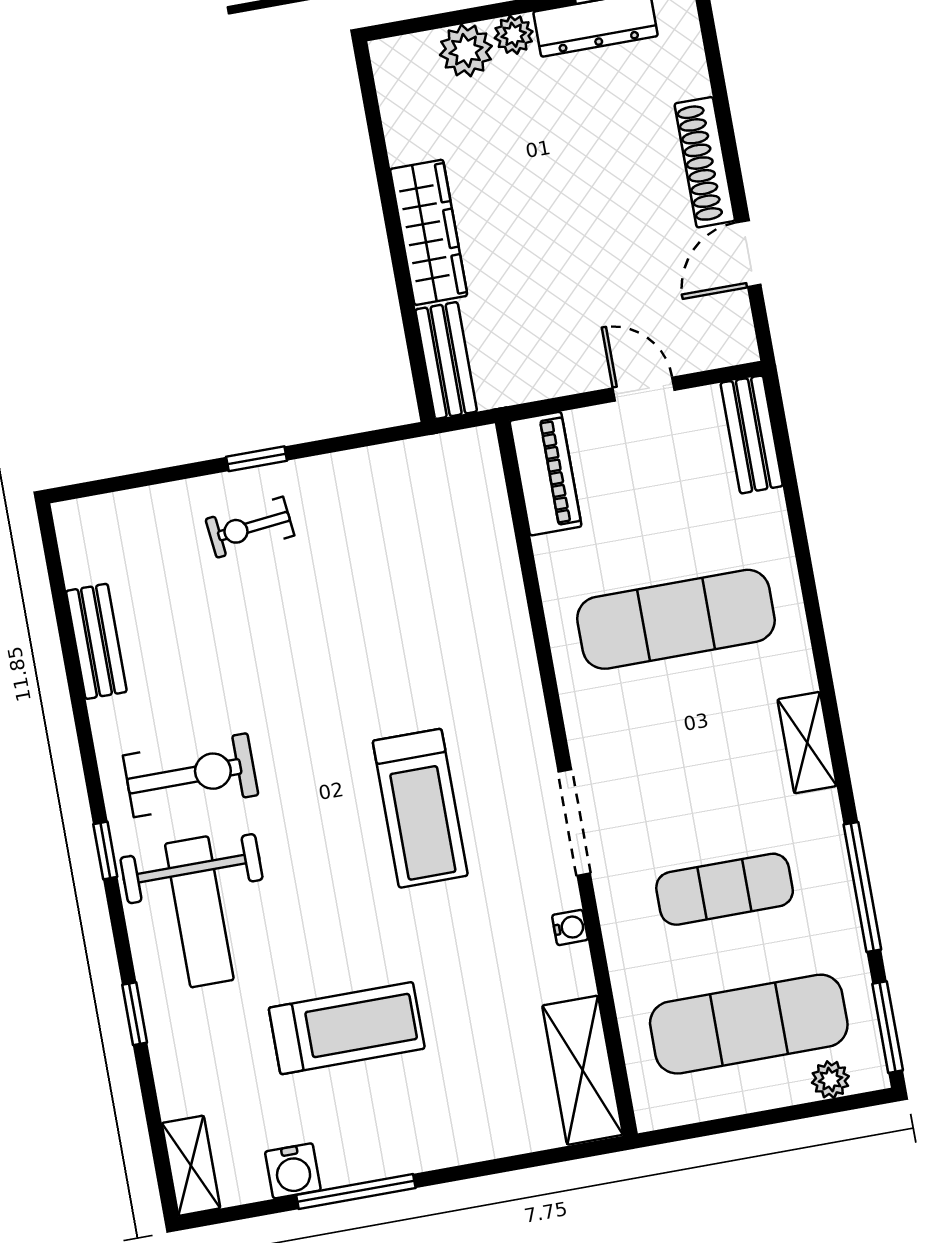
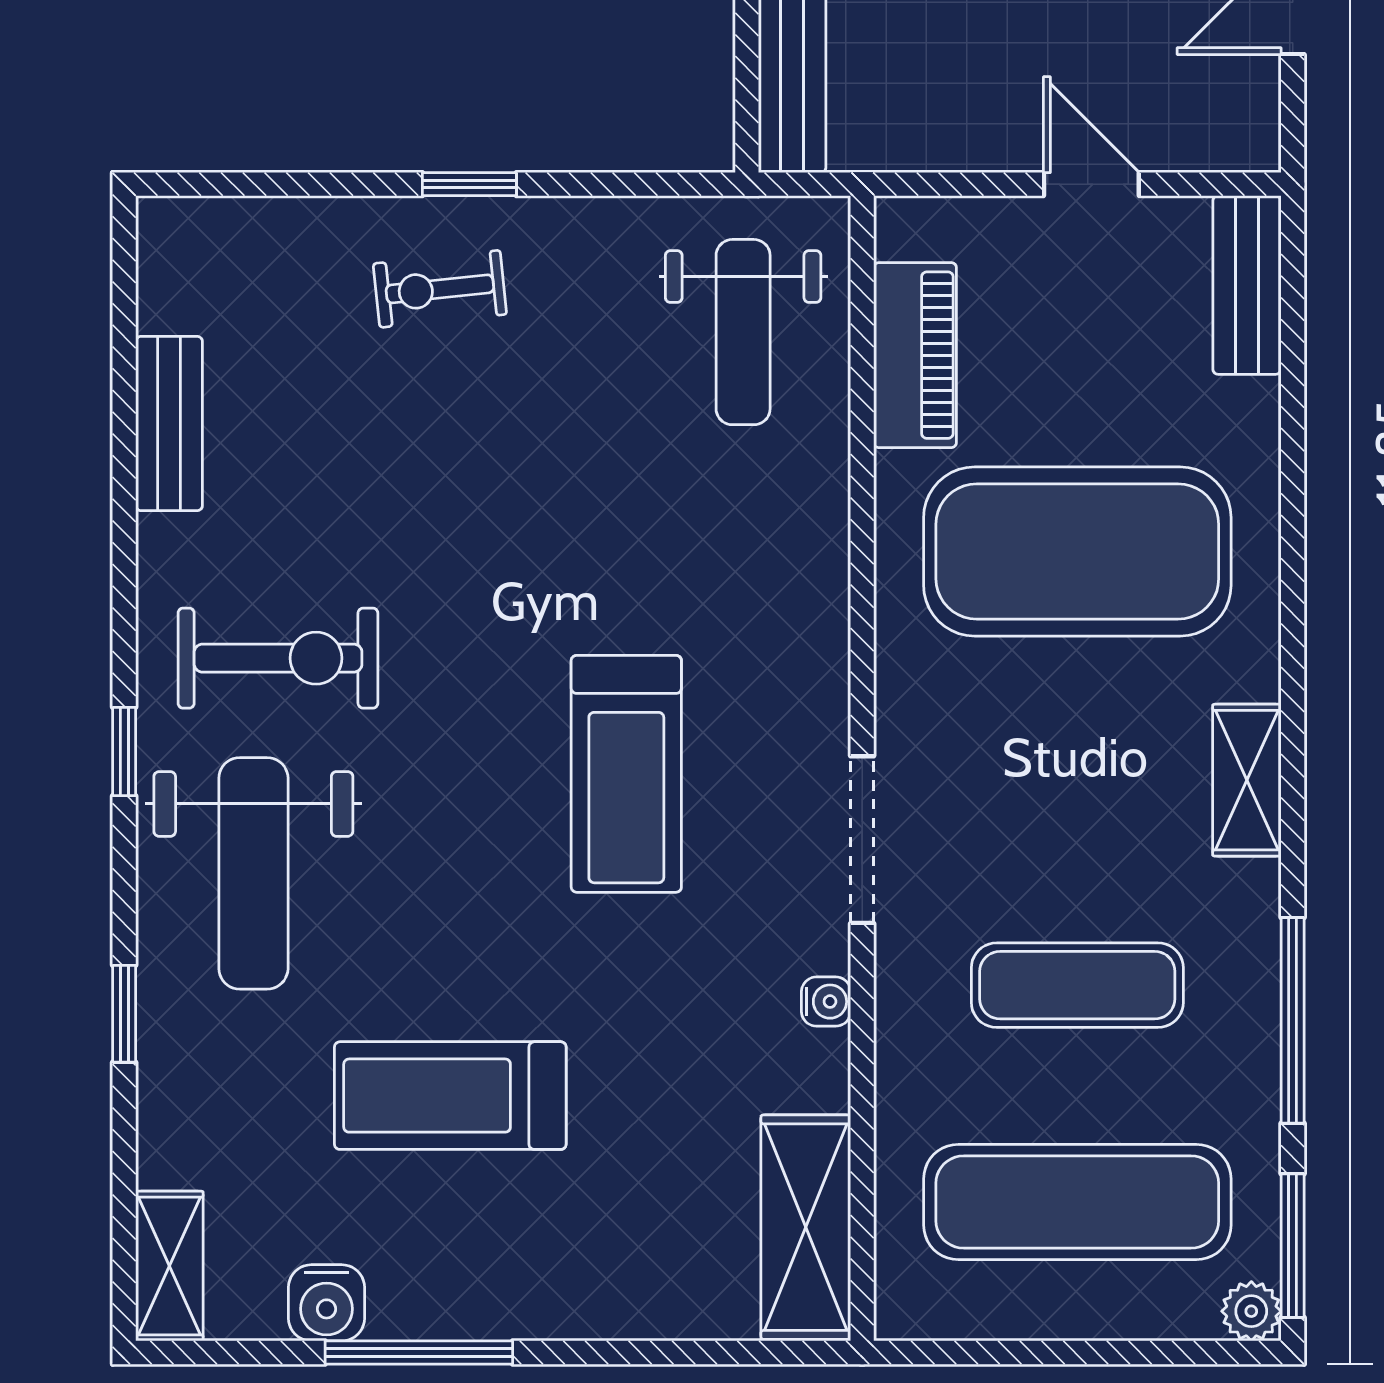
piano: (545, 474) -> (915, 355), moved
weight bench: (443, 520) -> (743, 332), added
exercise mat: (676, 619) -> (1077, 551), width x1.47
treadmill: (347, 1028) -> (450, 1096), turned 180
plant: (830, 1080) -> (1251, 1311), moved

